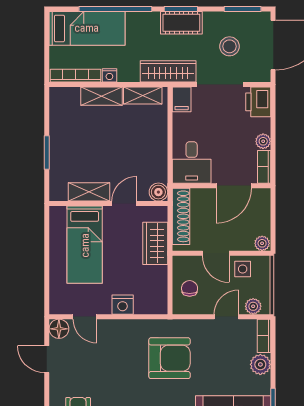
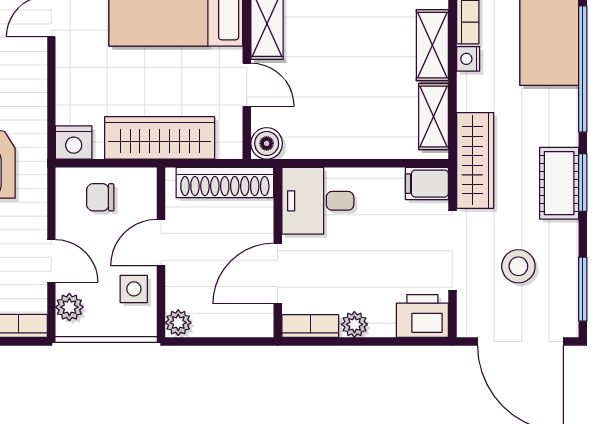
door: (234, 186) -> (278, 274), hinge flipped
wardrobe: (155, 243) -> (160, 138), width x1.50
chair: (190, 288) -> (100, 197), turned 180
nightstand: (123, 305) -> (74, 142), moved, turned -90

